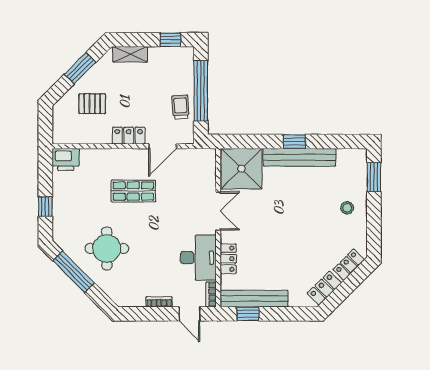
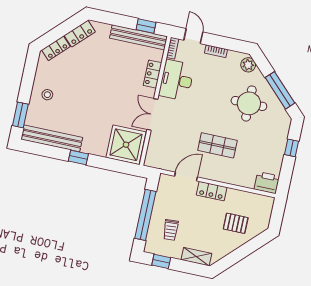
window: (80, 68) -> (239, 254), removed
trolley: (181, 107) -> (171, 230), moved
bench: (300, 157) -> (52, 138), moved
plant: (117, 294) -> (248, 65), added

